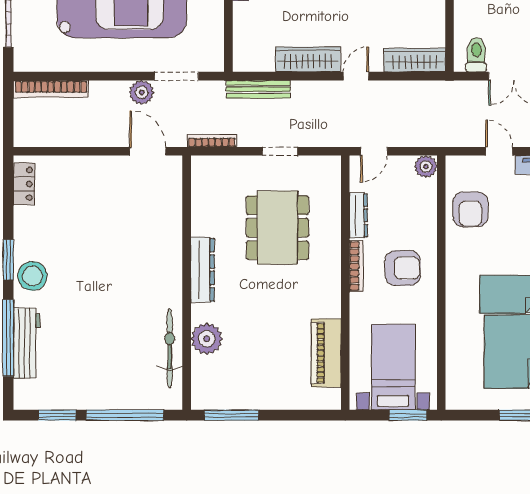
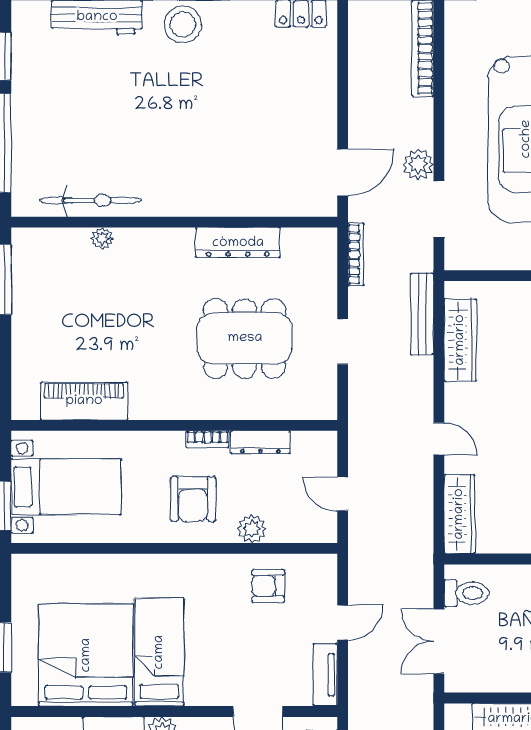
wardrobe: (308, 59) -> (460, 340), moved
door: (374, 151) -> (343, 494), moved
plant: (426, 167) -> (252, 529), moved
armchair: (470, 209) -> (268, 586), width x0.72, depth x0.72
bookcase: (356, 266) -> (208, 439), width x0.64
dresser: (203, 270) -> (238, 243), moved
plant: (207, 339) -> (102, 238), width x0.53, depth x0.53

